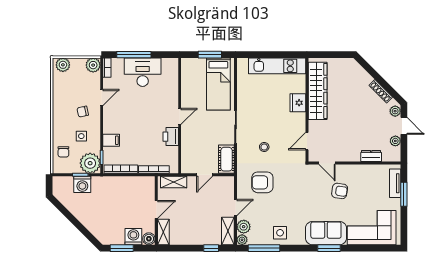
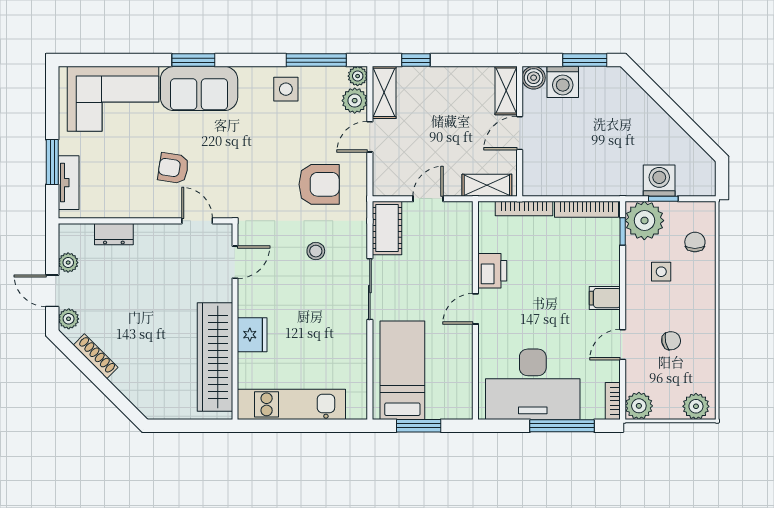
desk: (143, 72) -> (533, 384), width x1.36, depth x1.30
chair: (83, 112) -> (671, 341), moved
filing cabinet: (111, 140) -> (605, 298), moved

